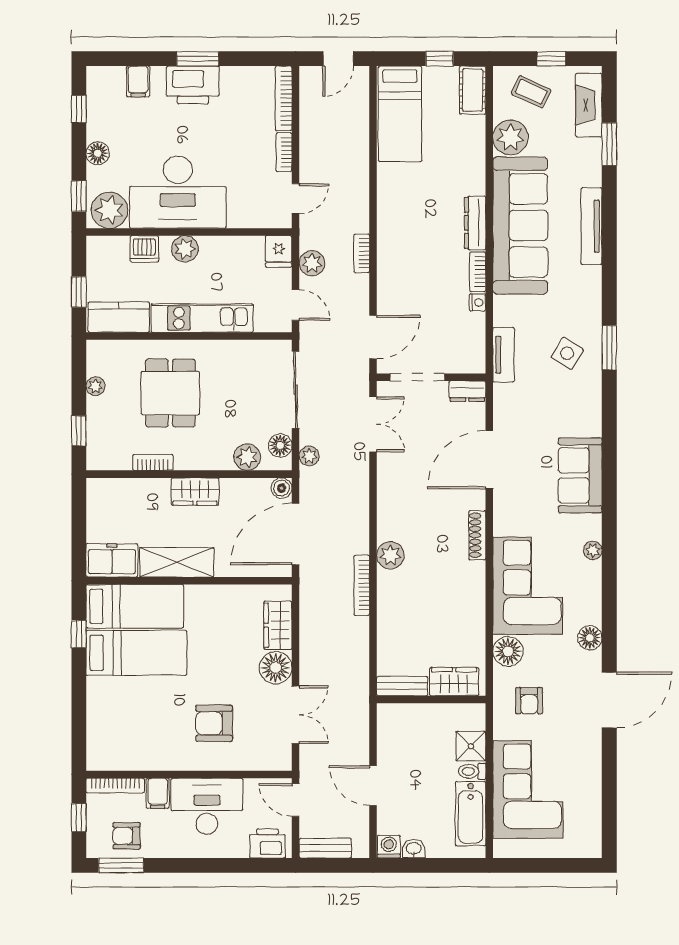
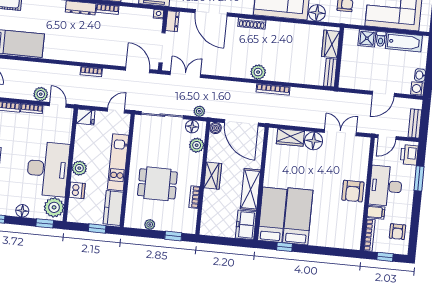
plant: (312, 263) -> (41, 94), moved
nightstand: (478, 302) -> (159, 14), moved
armchair: (214, 723) -> (353, 191), moved
window: (121, 865) -> (419, 178), moved

